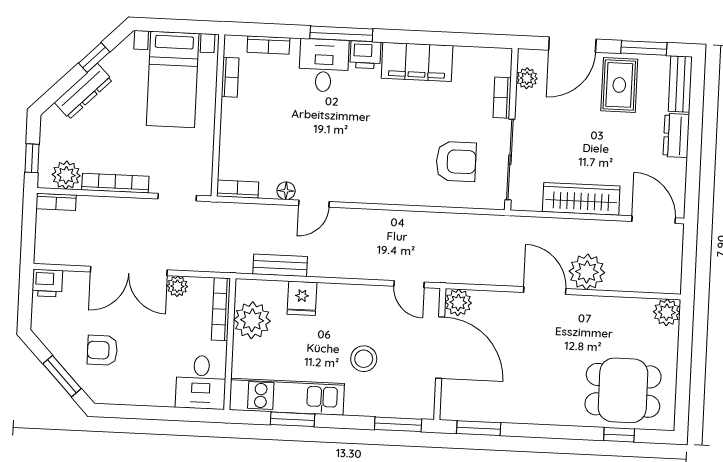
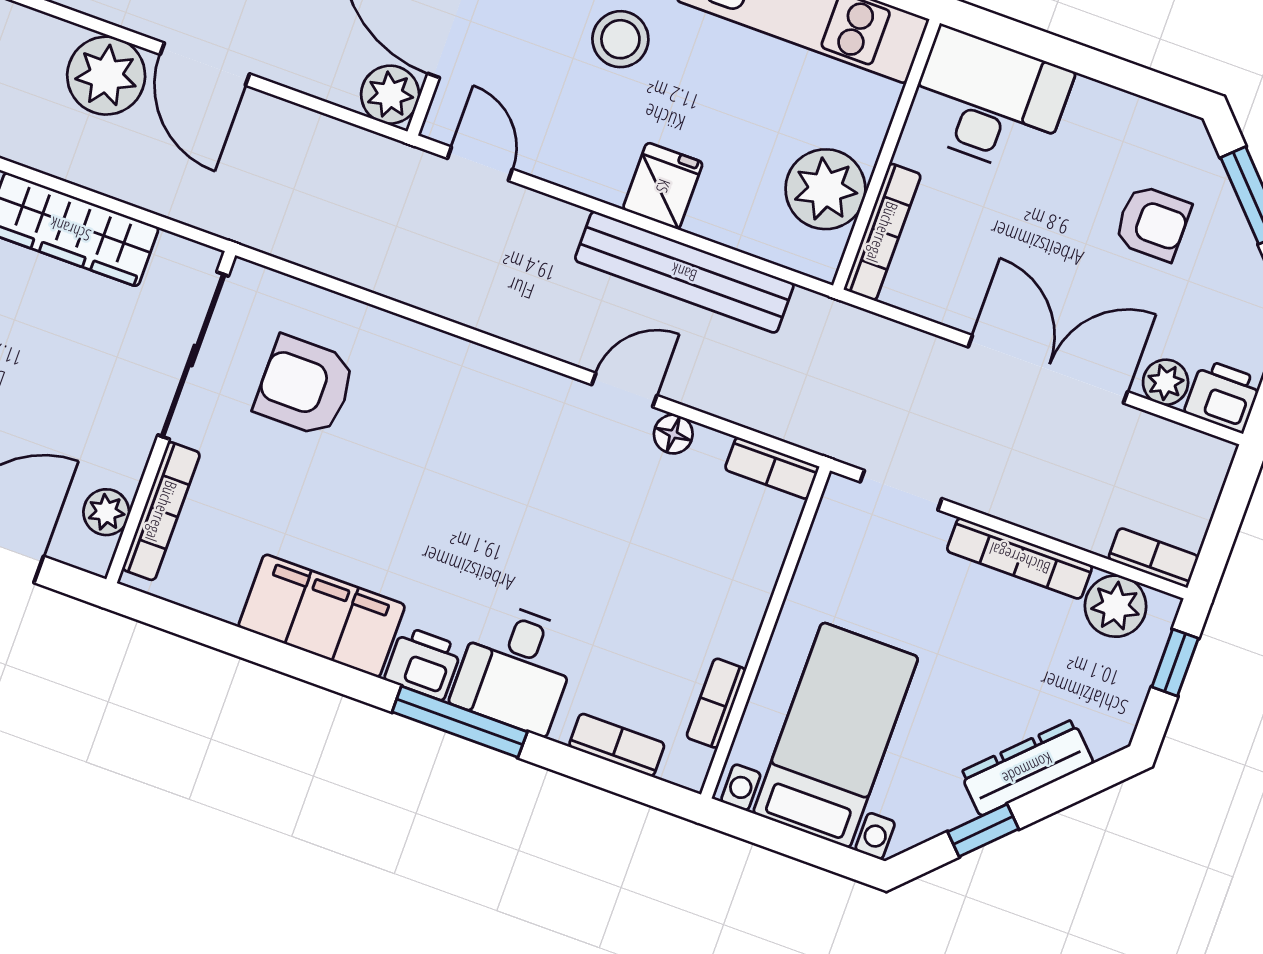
bookcase: (502, 98) -> (161, 511), width x1.56
bench: (280, 265) -> (684, 272), width x1.86, depth x1.21
plant: (177, 286) -> (1166, 382), moved
fridge: (302, 298) -> (663, 186), moved
desk: (201, 382) -> (989, 101), width x1.37

